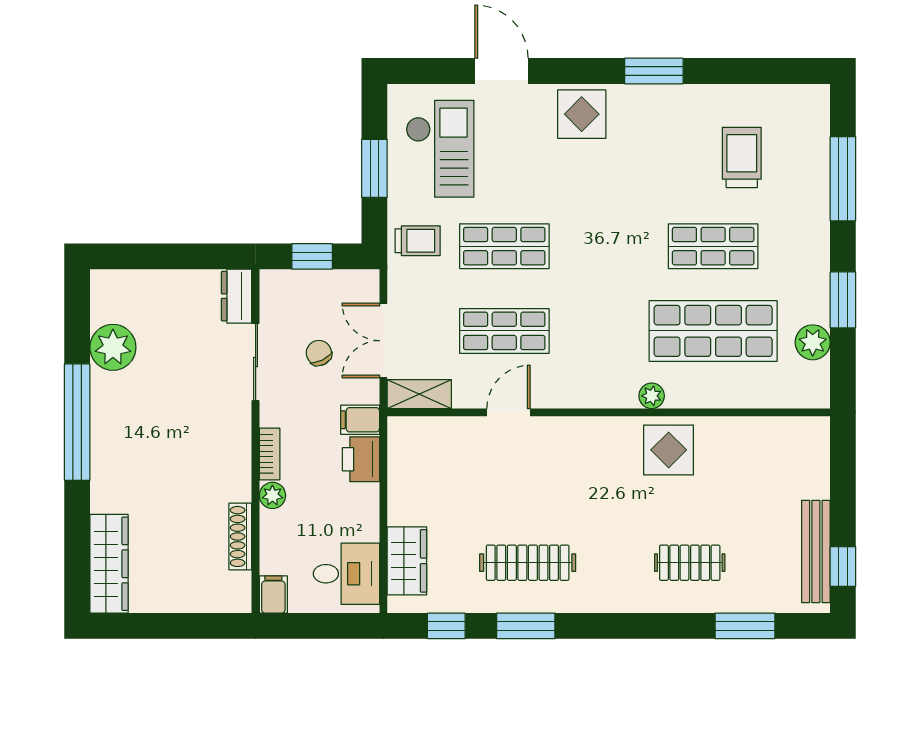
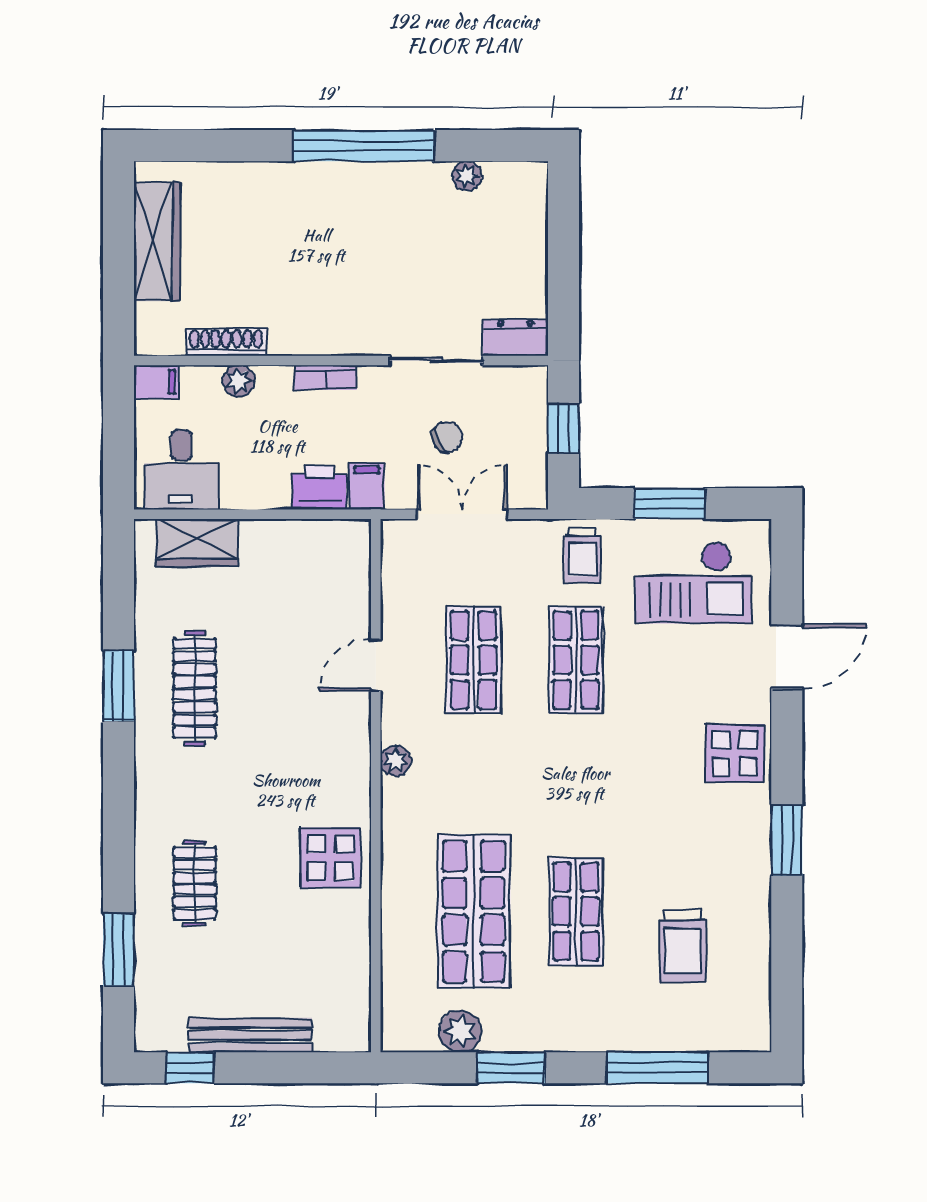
trolley: (742, 157) -> (683, 946), turned 90
plant: (113, 347) -> (467, 176), width x0.53, depth x0.53
shelving: (419, 394) -> (398, 558), removed
plant: (652, 396) -> (396, 761), moved
door: (509, 412) -> (376, 665), swing flipped
plant: (272, 495) -> (239, 381), moved
bench: (816, 551) -> (250, 1035), moved
wardrobe: (109, 564) -> (157, 242), moved, turned -90
window: (446, 626) -> (119, 590), removed

